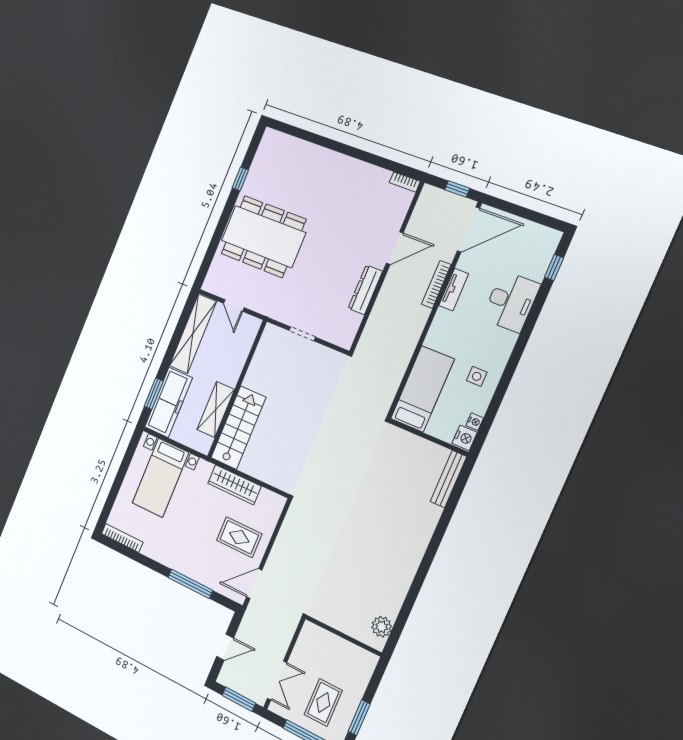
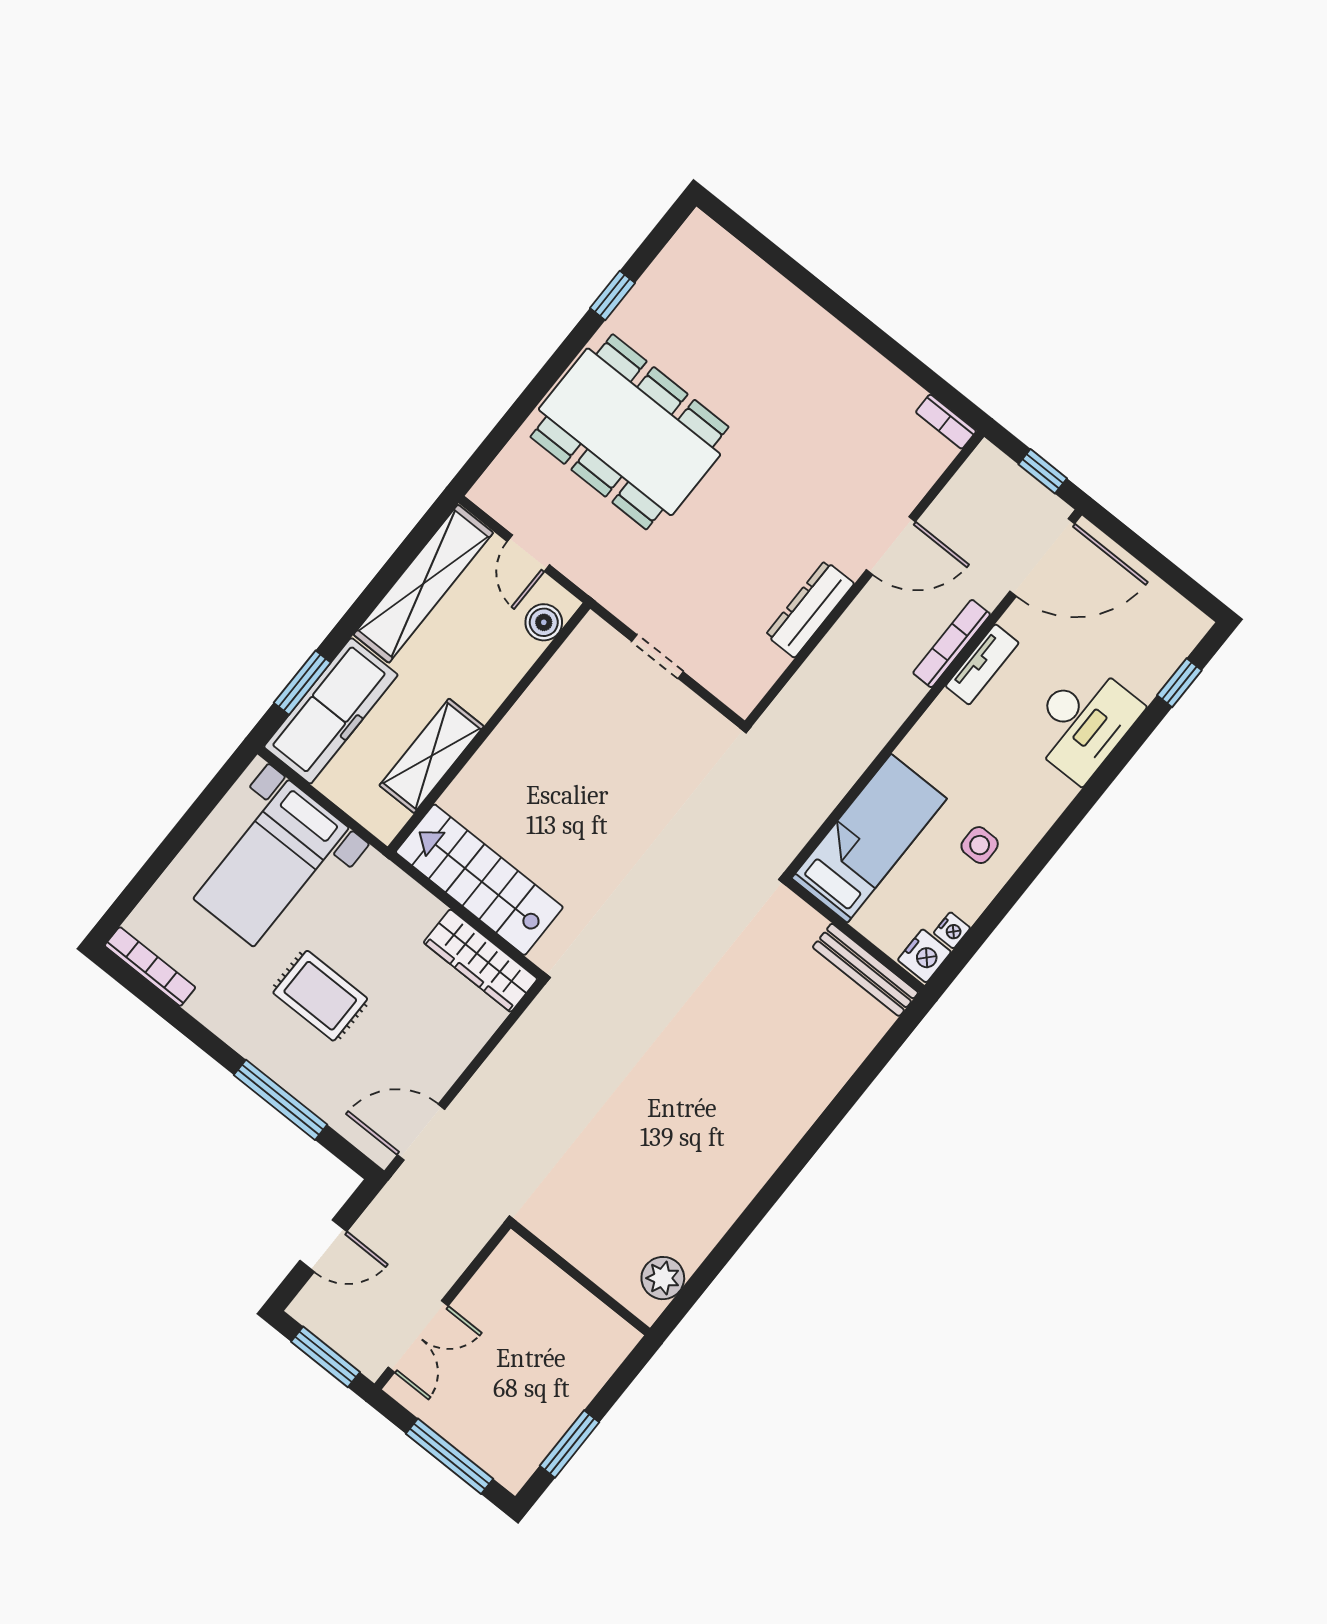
boiler: (248, 334) -> (544, 622), added
stairs: (238, 428) -> (479, 880), moved, turned -90
bench: (448, 479) -> (865, 970), moved, turned 90
wardrobe: (234, 485) -> (480, 961), moved
rug: (239, 537) -> (320, 996), moved
rug: (323, 702) -> (504, 1400), removed

